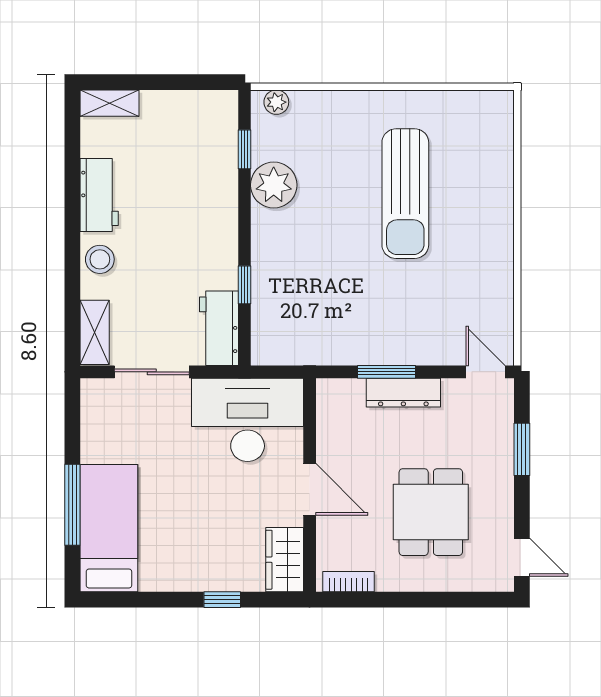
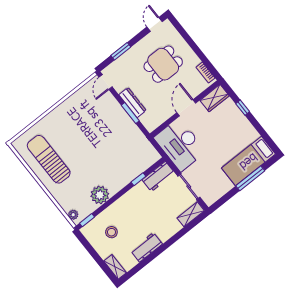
window: (244, 149) -> (87, 220), moved
sun lounger: (405, 194) -> (49, 159), moved, turned -90
stool: (100, 259) -> (111, 232), moved

